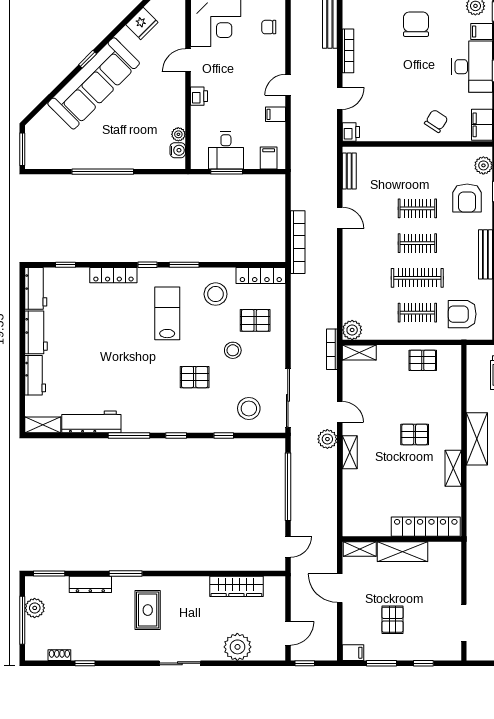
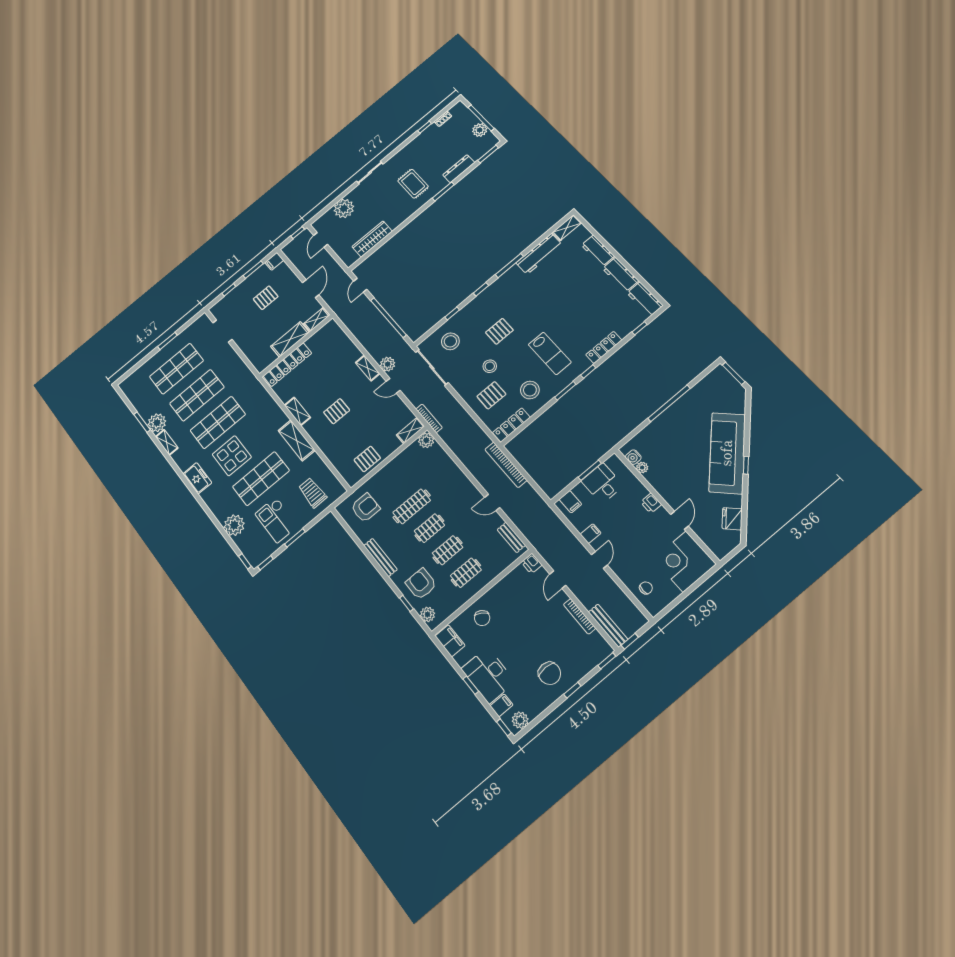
clothes rail: (417, 313) -> (466, 573), moved
door: (340, 588) -> (311, 289), hinge flipped
pallet: (392, 620) -> (266, 298), turned 90

